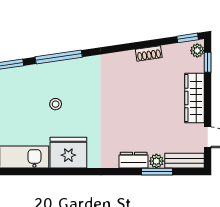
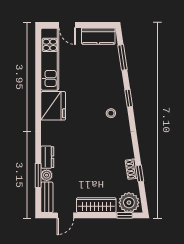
window: (188, 38) -> (140, 173), moved
plant: (197, 51) -> (129, 203), width x1.88, depth x1.88
window: (59, 57) -> (129, 98), width x0.46
stool: (56, 104) -> (111, 113), moved

